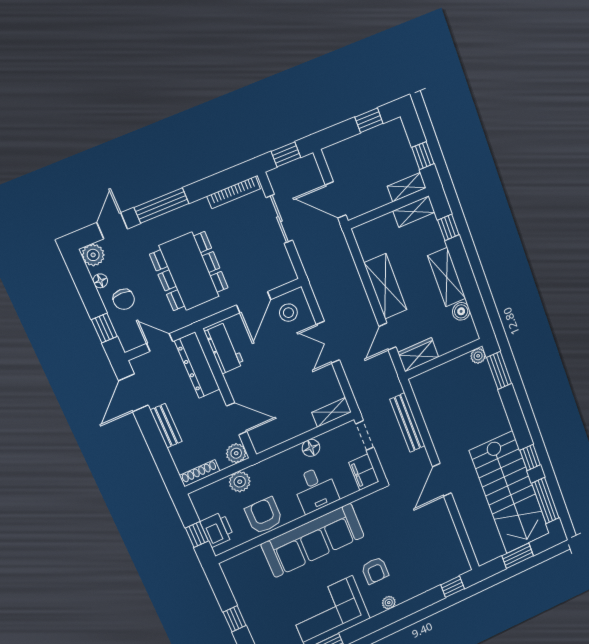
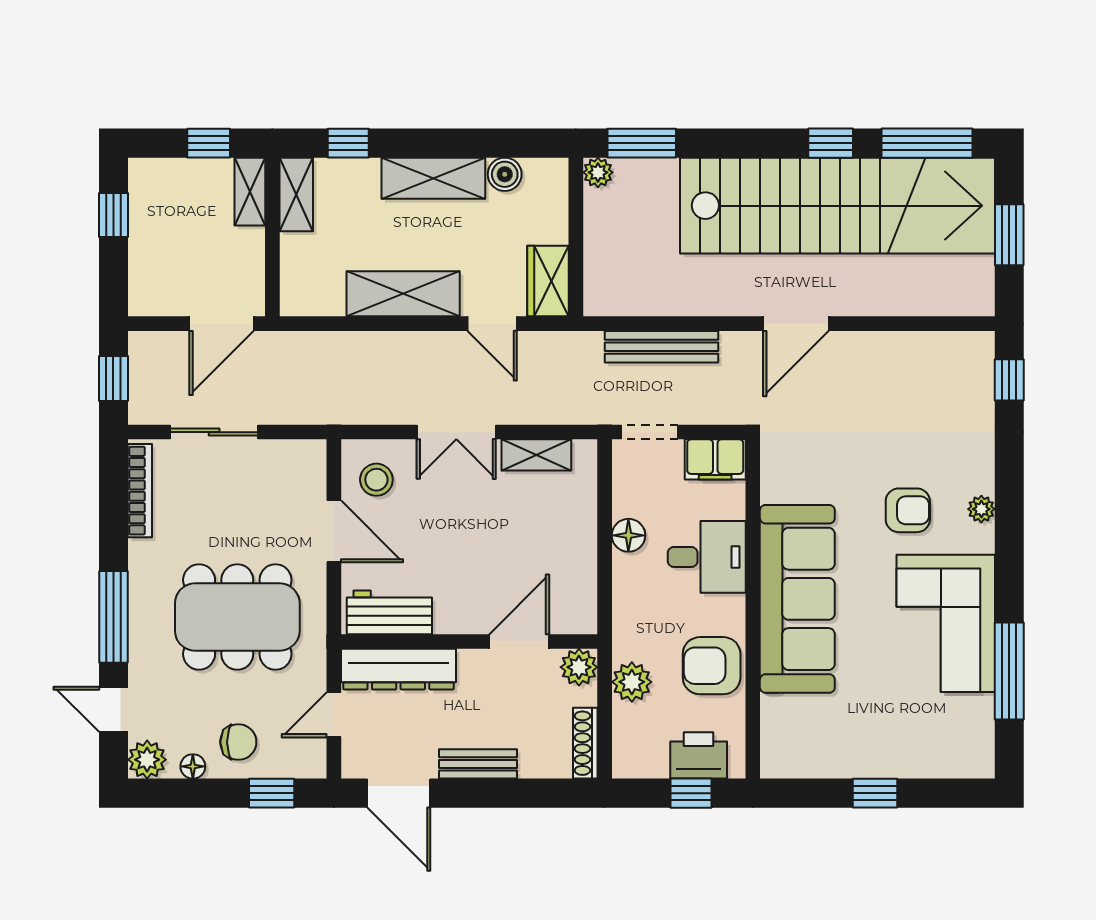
shelving: (332, 412) -> (536, 455), moved, turned 90
door: (442, 480) -> (796, 324), hinge flipped
stairs: (510, 492) -> (837, 206), width x1.36

